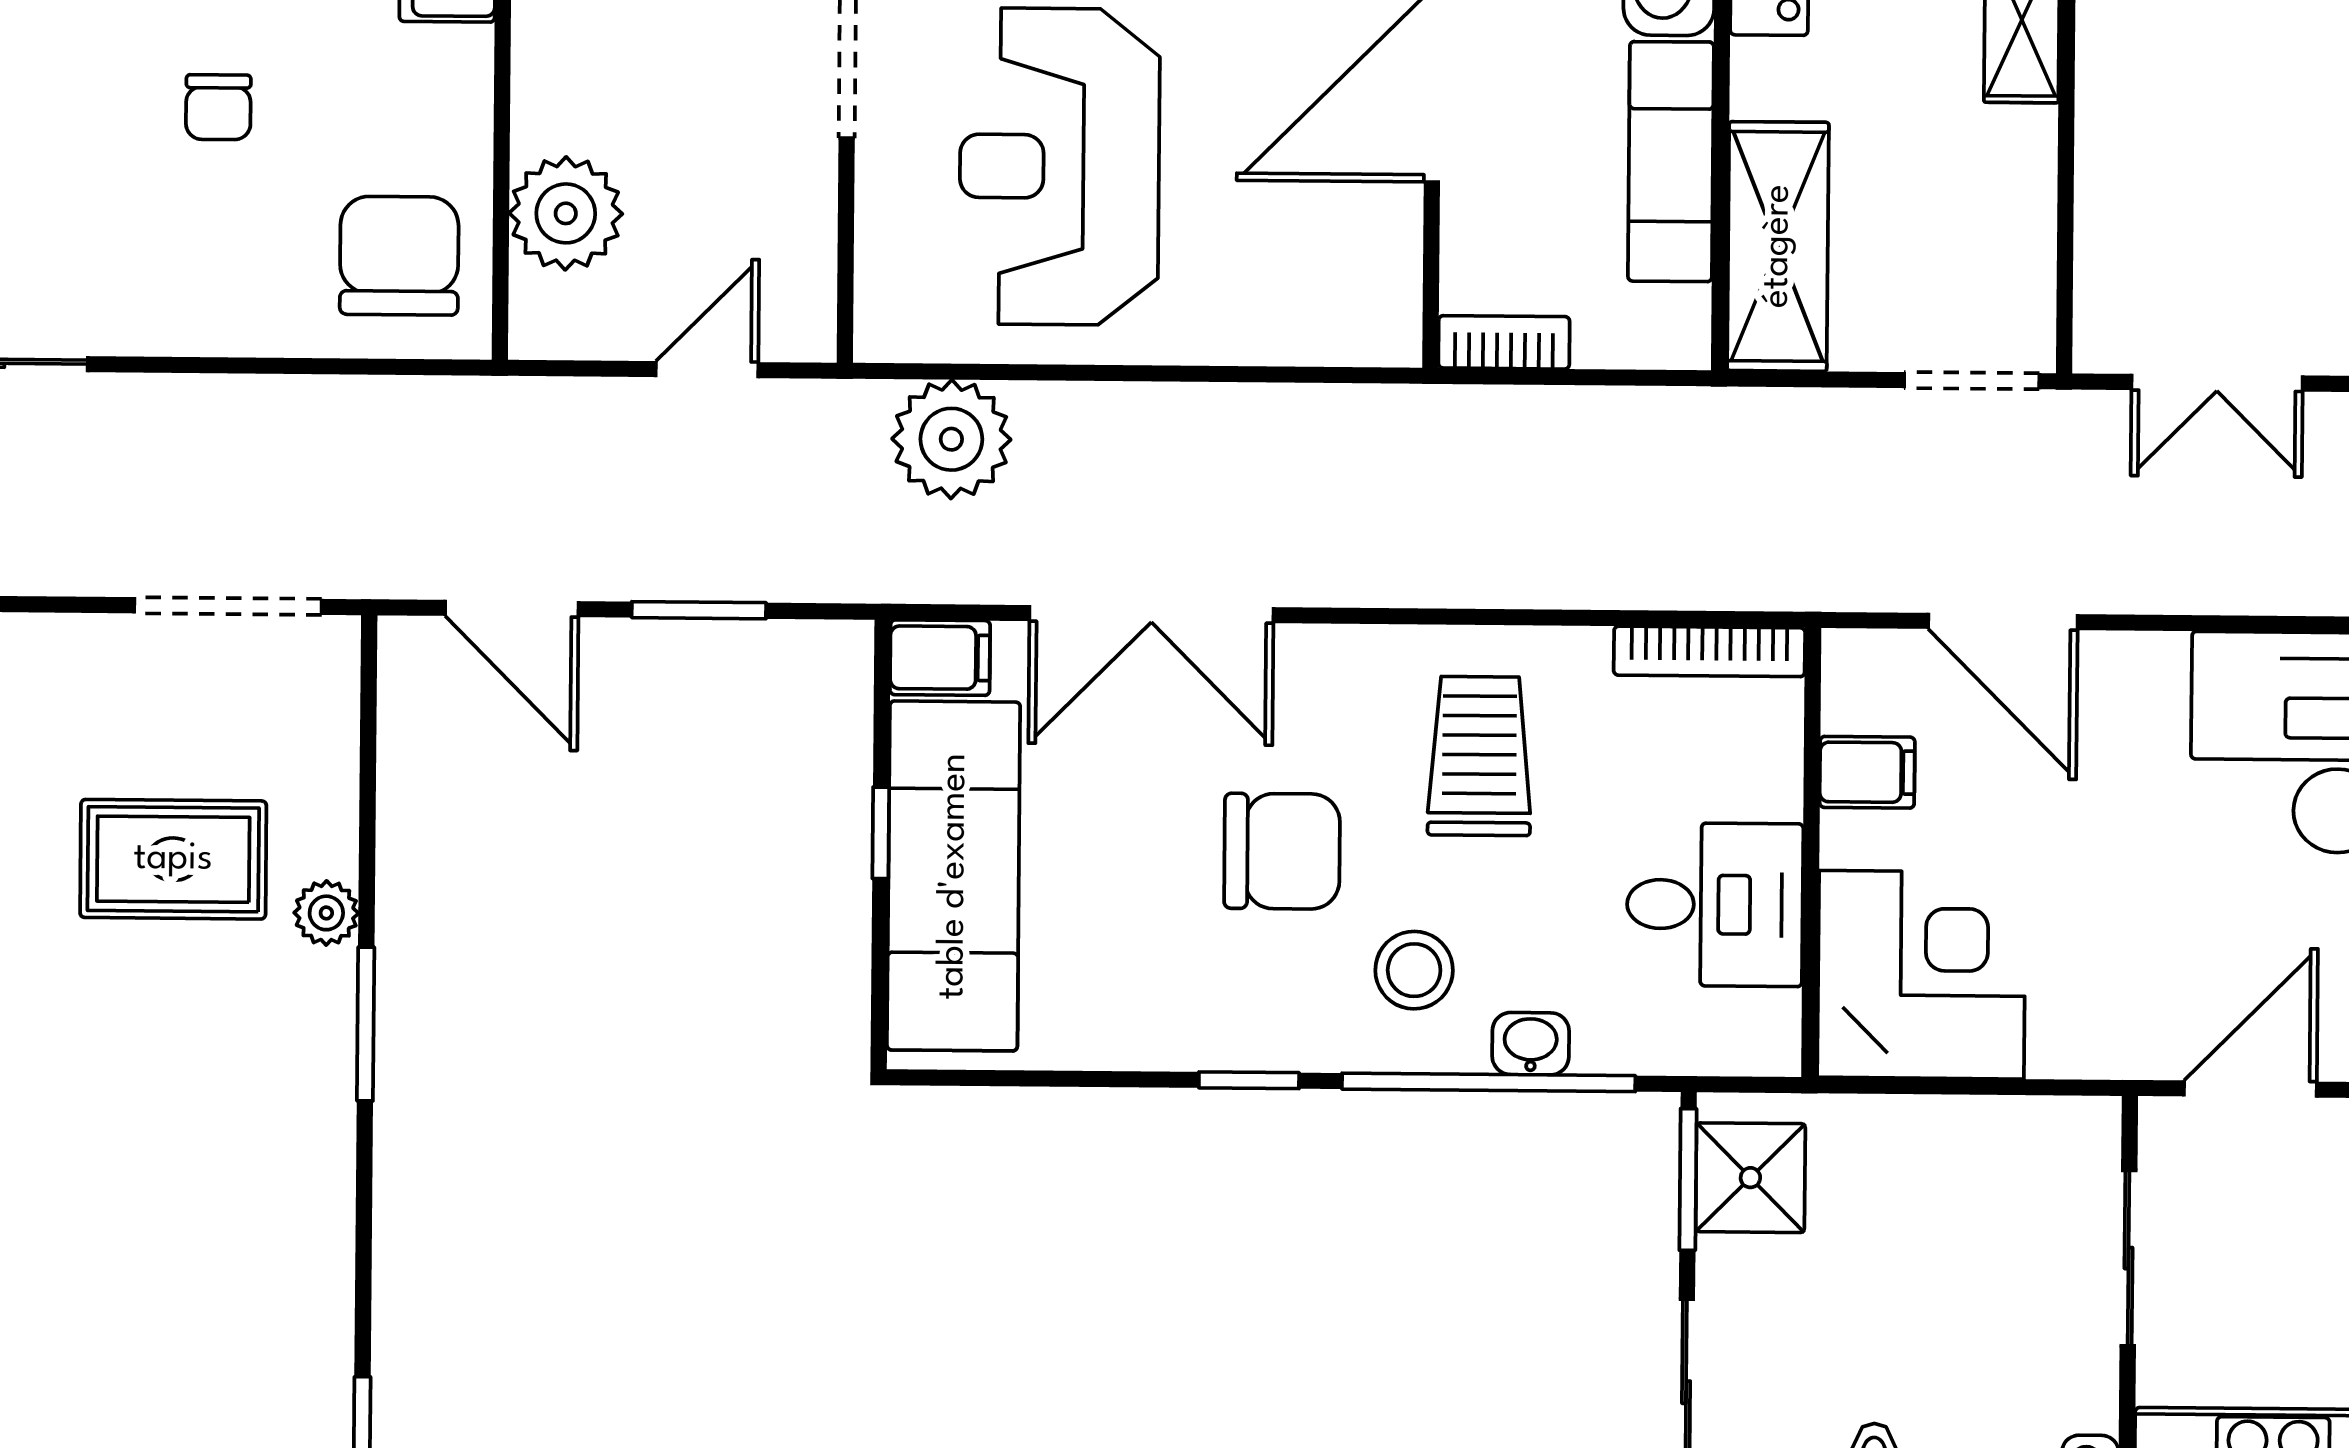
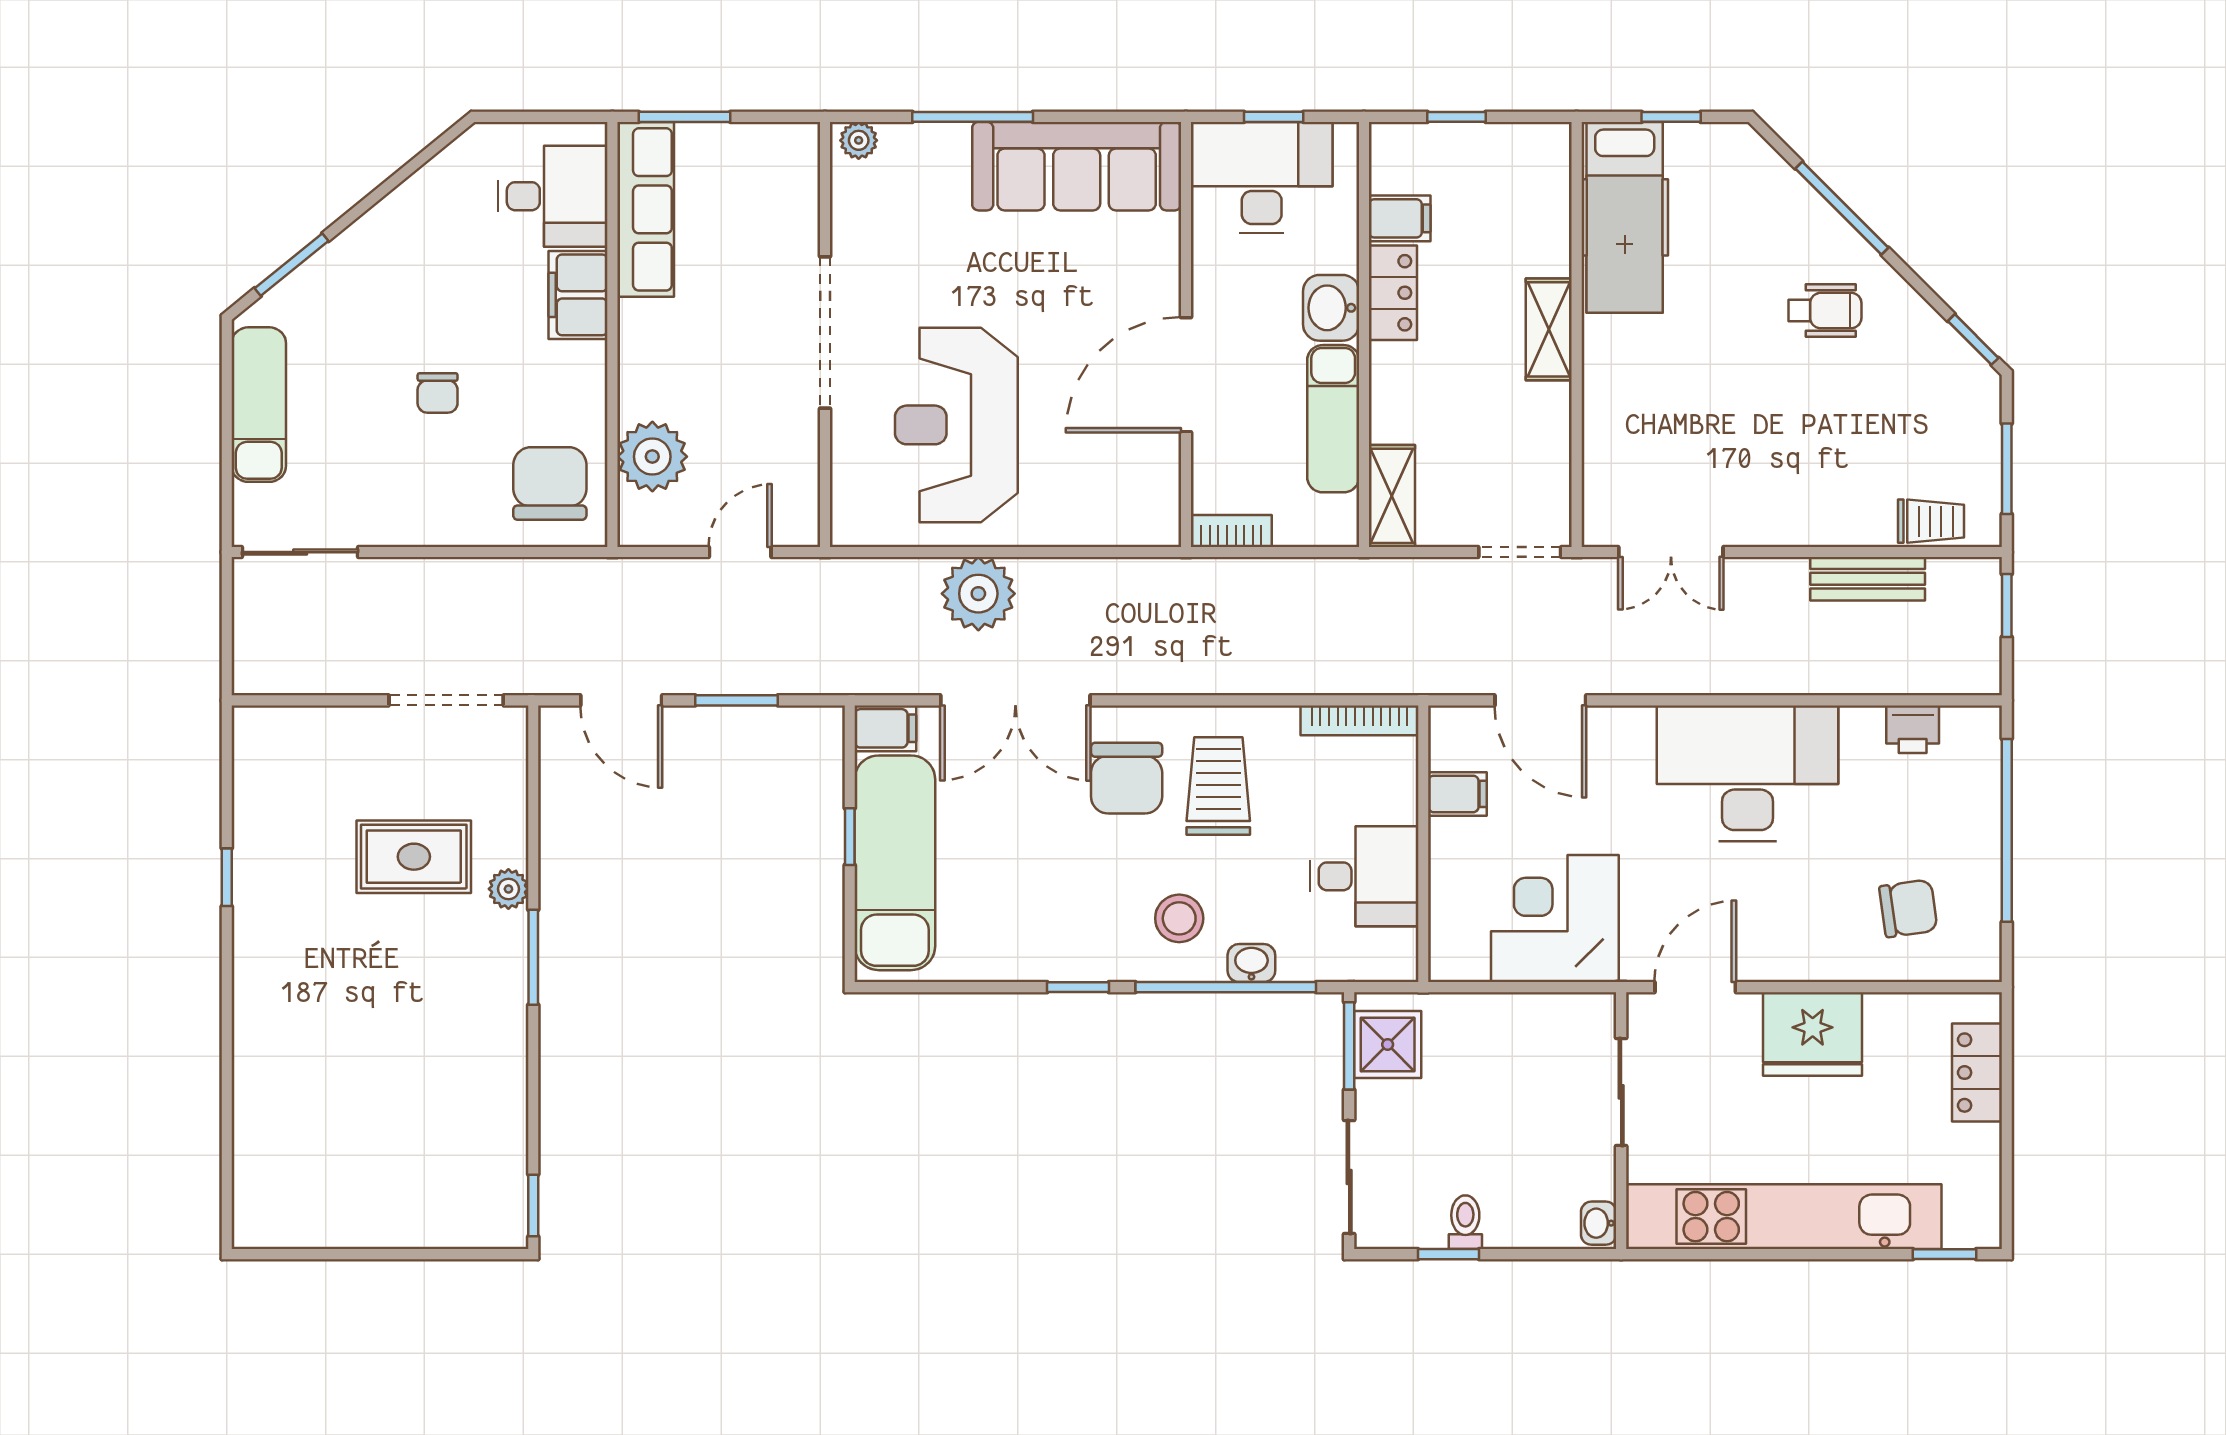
shelving: (1778, 246) -> (1392, 496), width x0.67, depth x0.75
plant: (951, 439) -> (978, 594), moved
chair: (1282, 851) -> (1127, 778), moved, turned 90
corner desk: (1921, 975) -> (1555, 918), moved, turned -90

